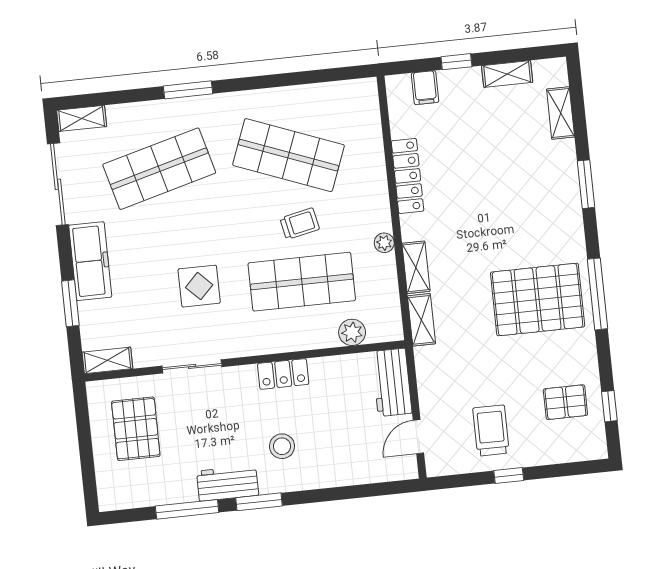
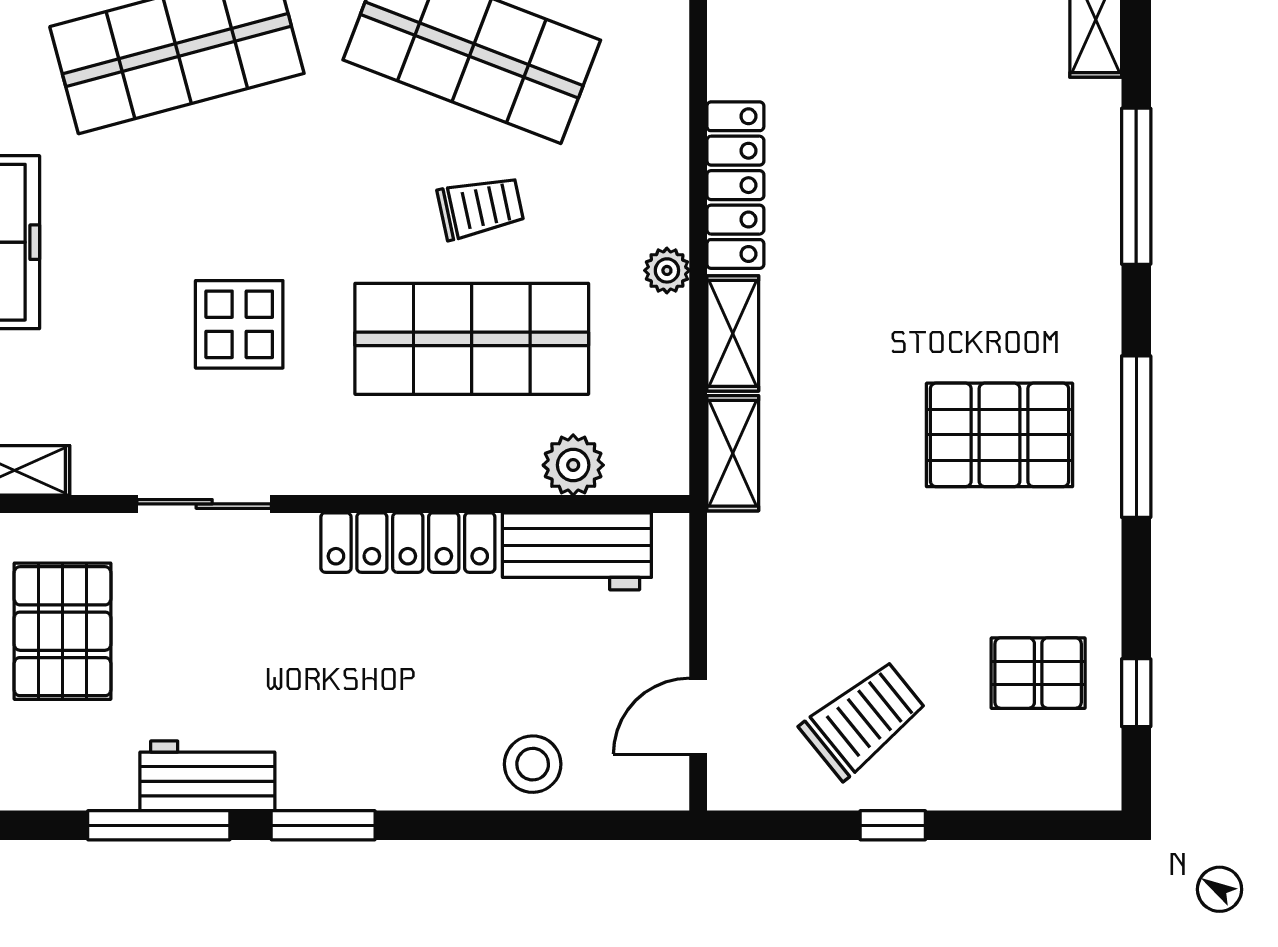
locker: (407, 176) -> (735, 185), moved
window: (586, 184) -> (1136, 186), width x1.44
pallet: (538, 300) -> (999, 435), width x0.73, depth x0.71
locker: (283, 374) -> (408, 543), width x1.53
workbench: (392, 382) -> (577, 551), moved, turned -90
trolley: (491, 431) -> (863, 720), turned 51
stool: (282, 446) -> (533, 764), moved
workbench: (228, 483) -> (207, 776), moved

